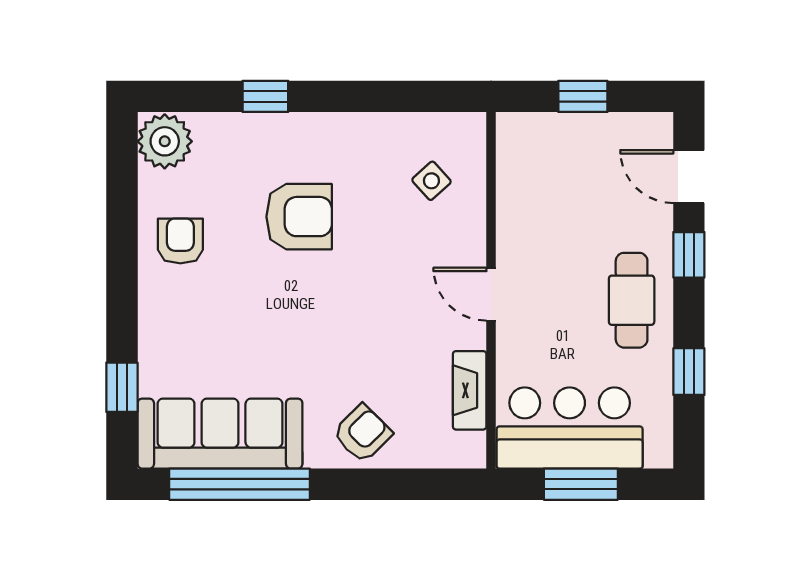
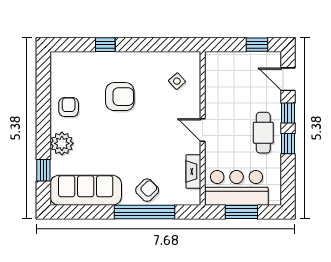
window: (583, 96) -> (257, 45), moved
plant: (165, 141) -> (62, 143), moved
window: (689, 372) -> (288, 144), moved
window: (239, 484) -> (145, 212), moved

